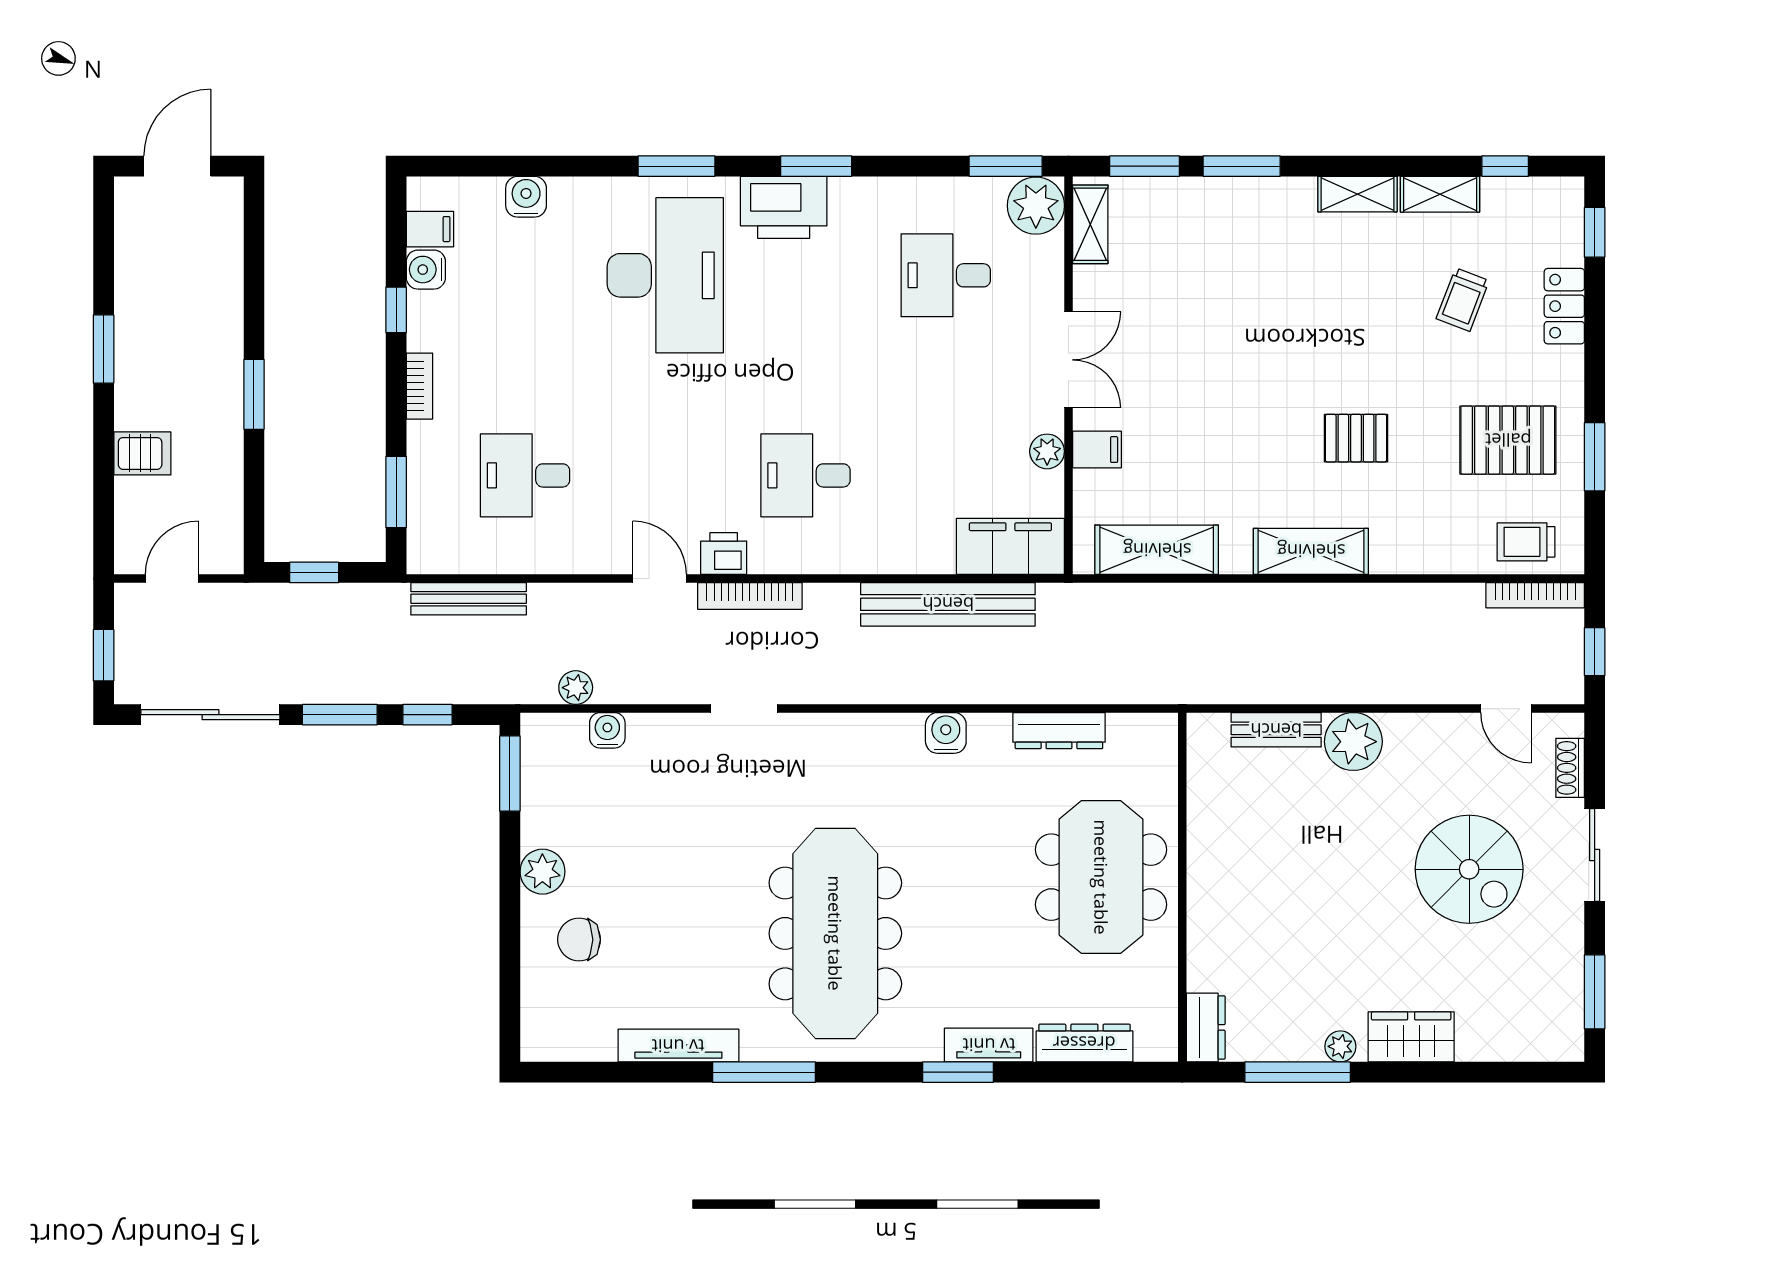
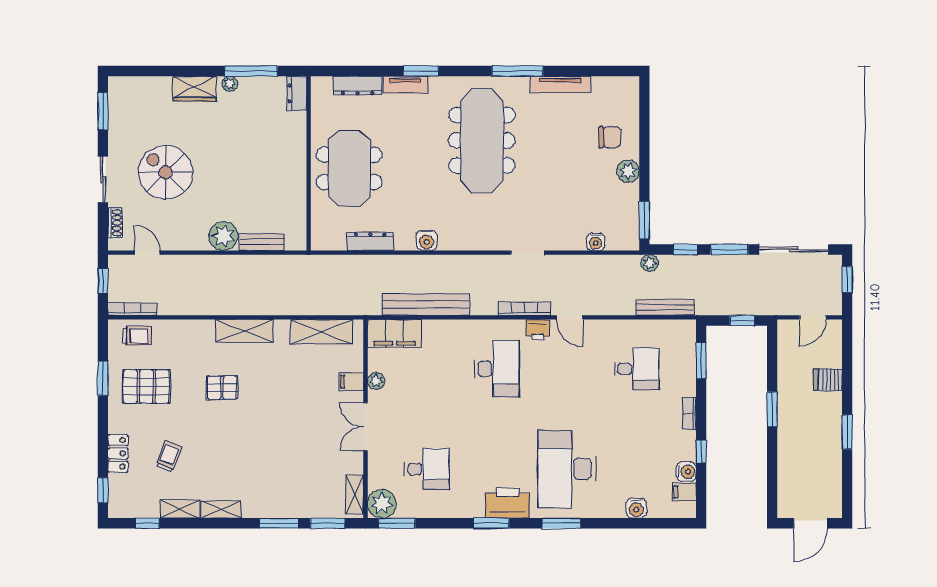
desk: (805, 475) -> (497, 369), width x1.37
plant: (576, 688) -> (650, 263), moved

